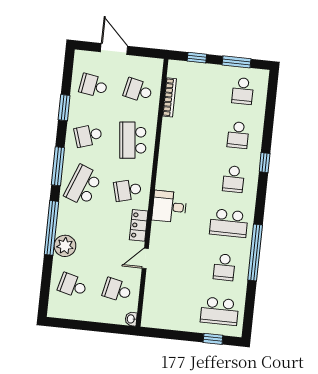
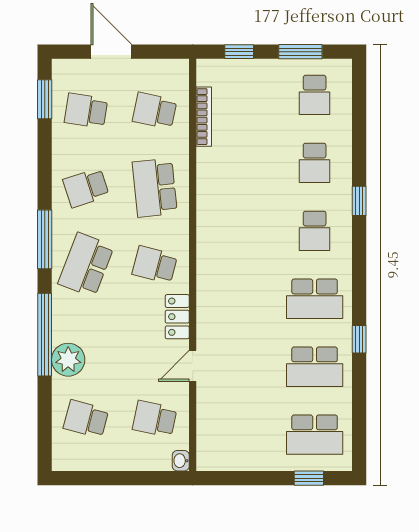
window: (64, 108) -> (45, 99), moved
school desk: (128, 190) -> (155, 265), turned 30
desk: (169, 207) -> (221, 283), removed
window: (255, 252) -> (359, 339), width x0.32
school desk: (224, 267) -> (315, 367), width x1.85

